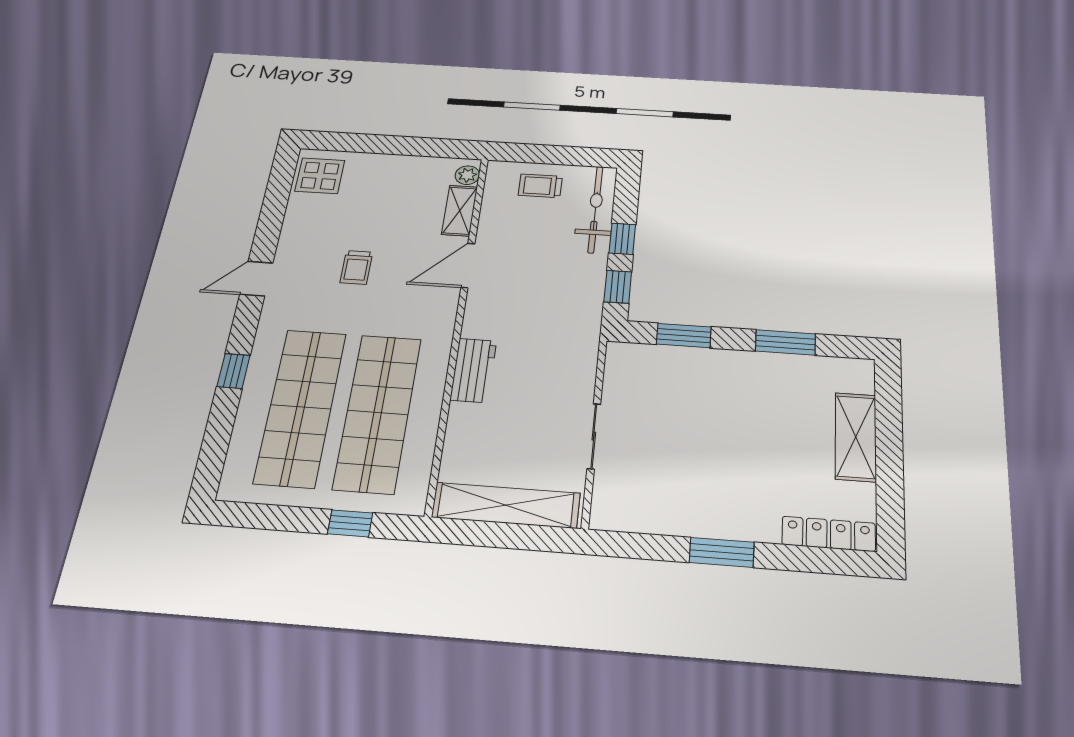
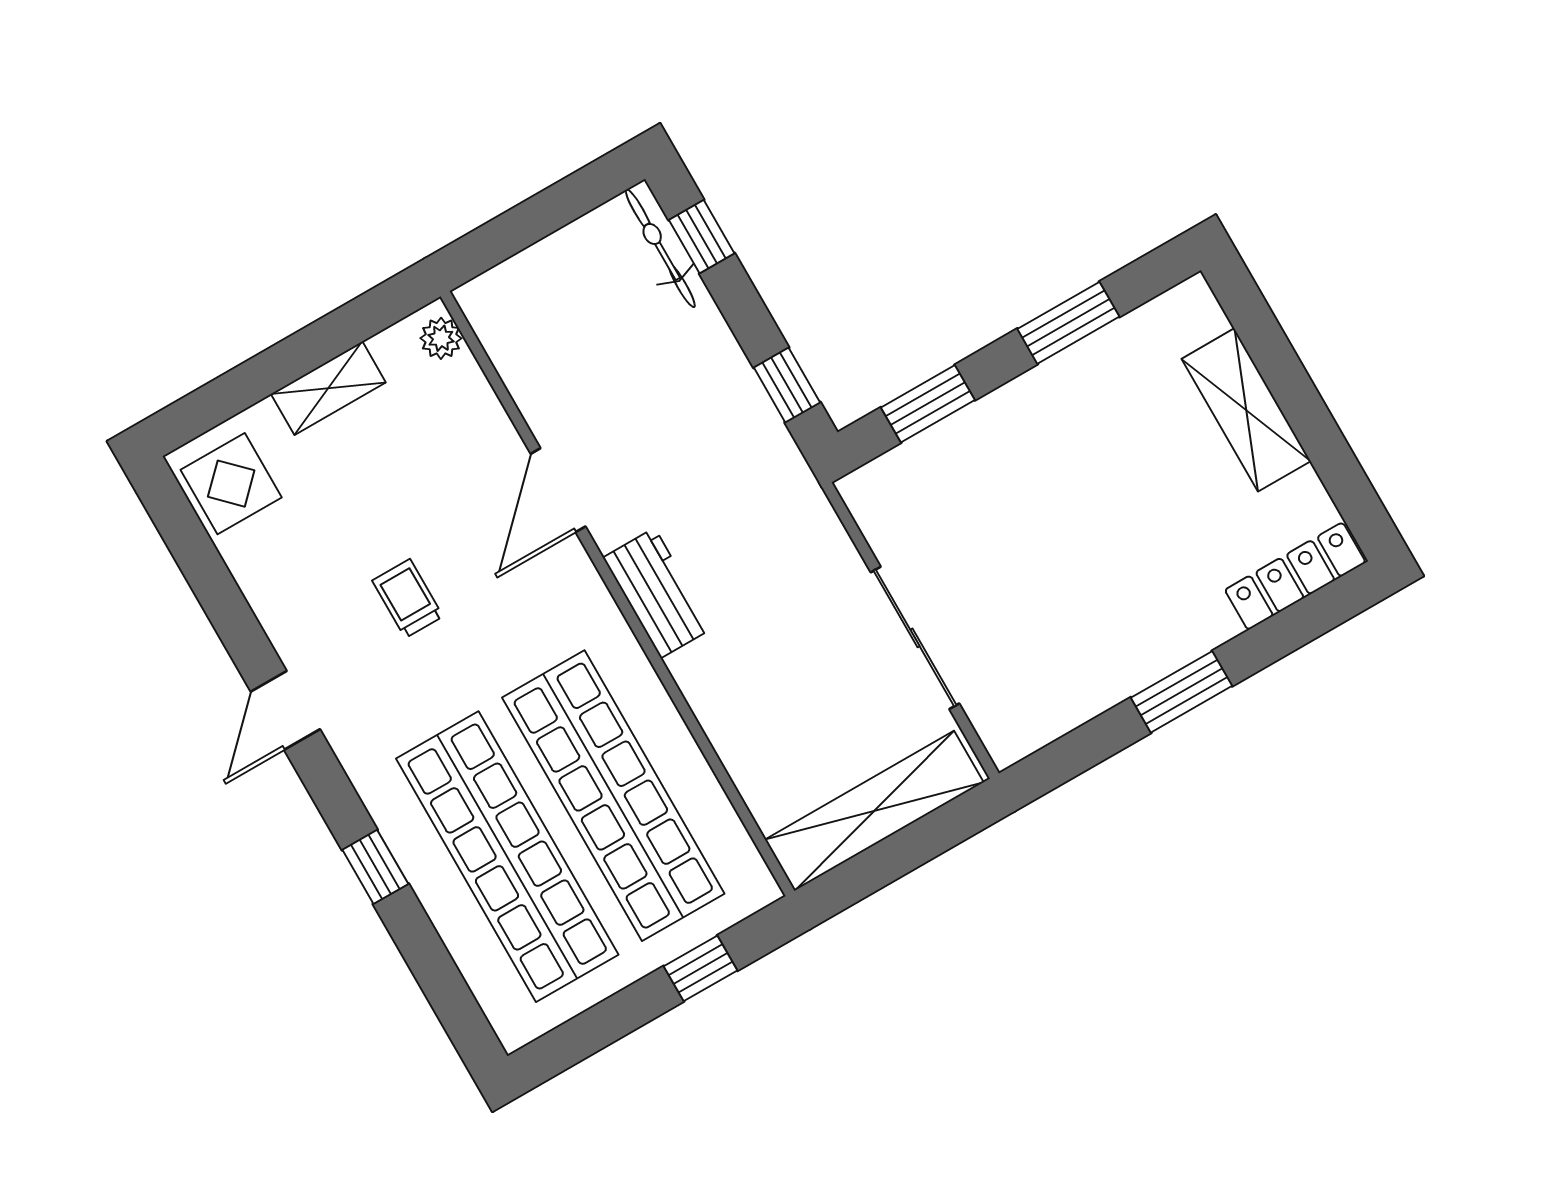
trolley: (540, 186) -> (559, 286), removed
bicycle: (595, 209) -> (660, 248), width x0.73, depth x0.71
shelving: (460, 211) -> (328, 388), moved, turned 90
window: (622, 239) -> (702, 237), moved
trolley: (356, 267) -> (408, 598), turned 180
workbench: (473, 370) -> (658, 593), moved
sliding door: (594, 436) -> (915, 638), width x1.37

